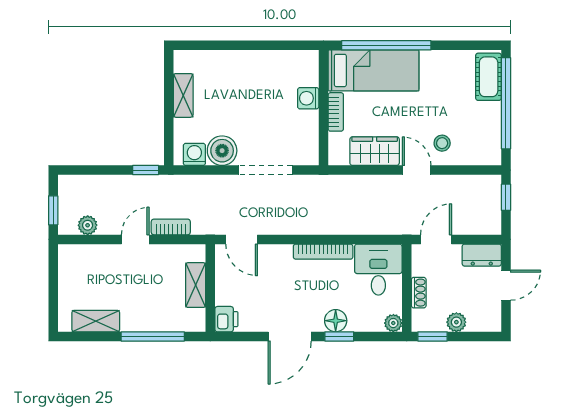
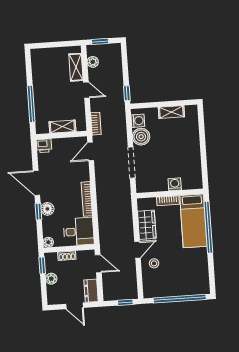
cot: (489, 77) -> (194, 288), removed
bookcase: (171, 227) -> (96, 124), moved
shelving: (96, 321) -> (76, 67), moved

